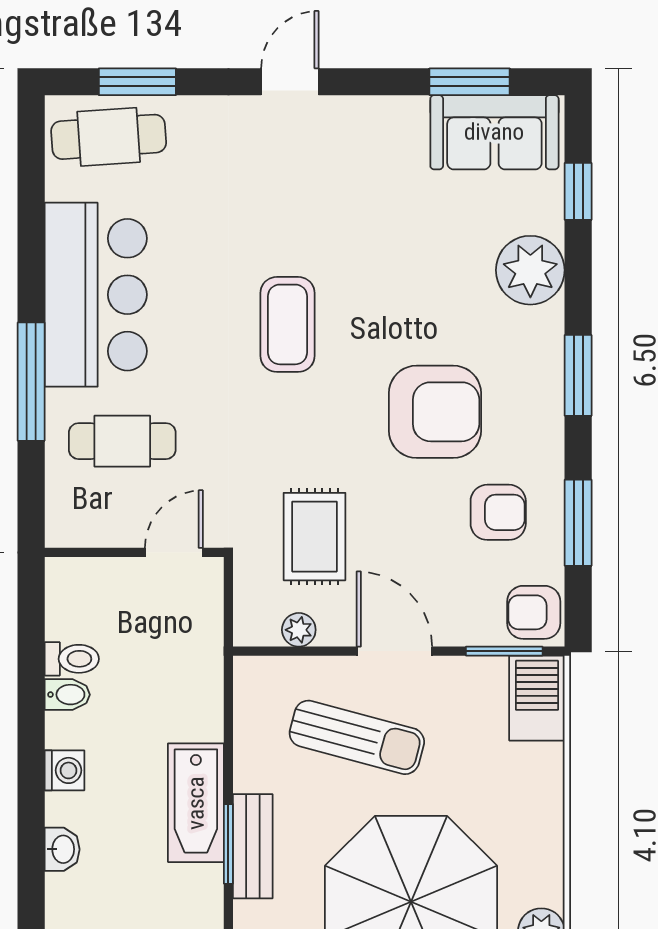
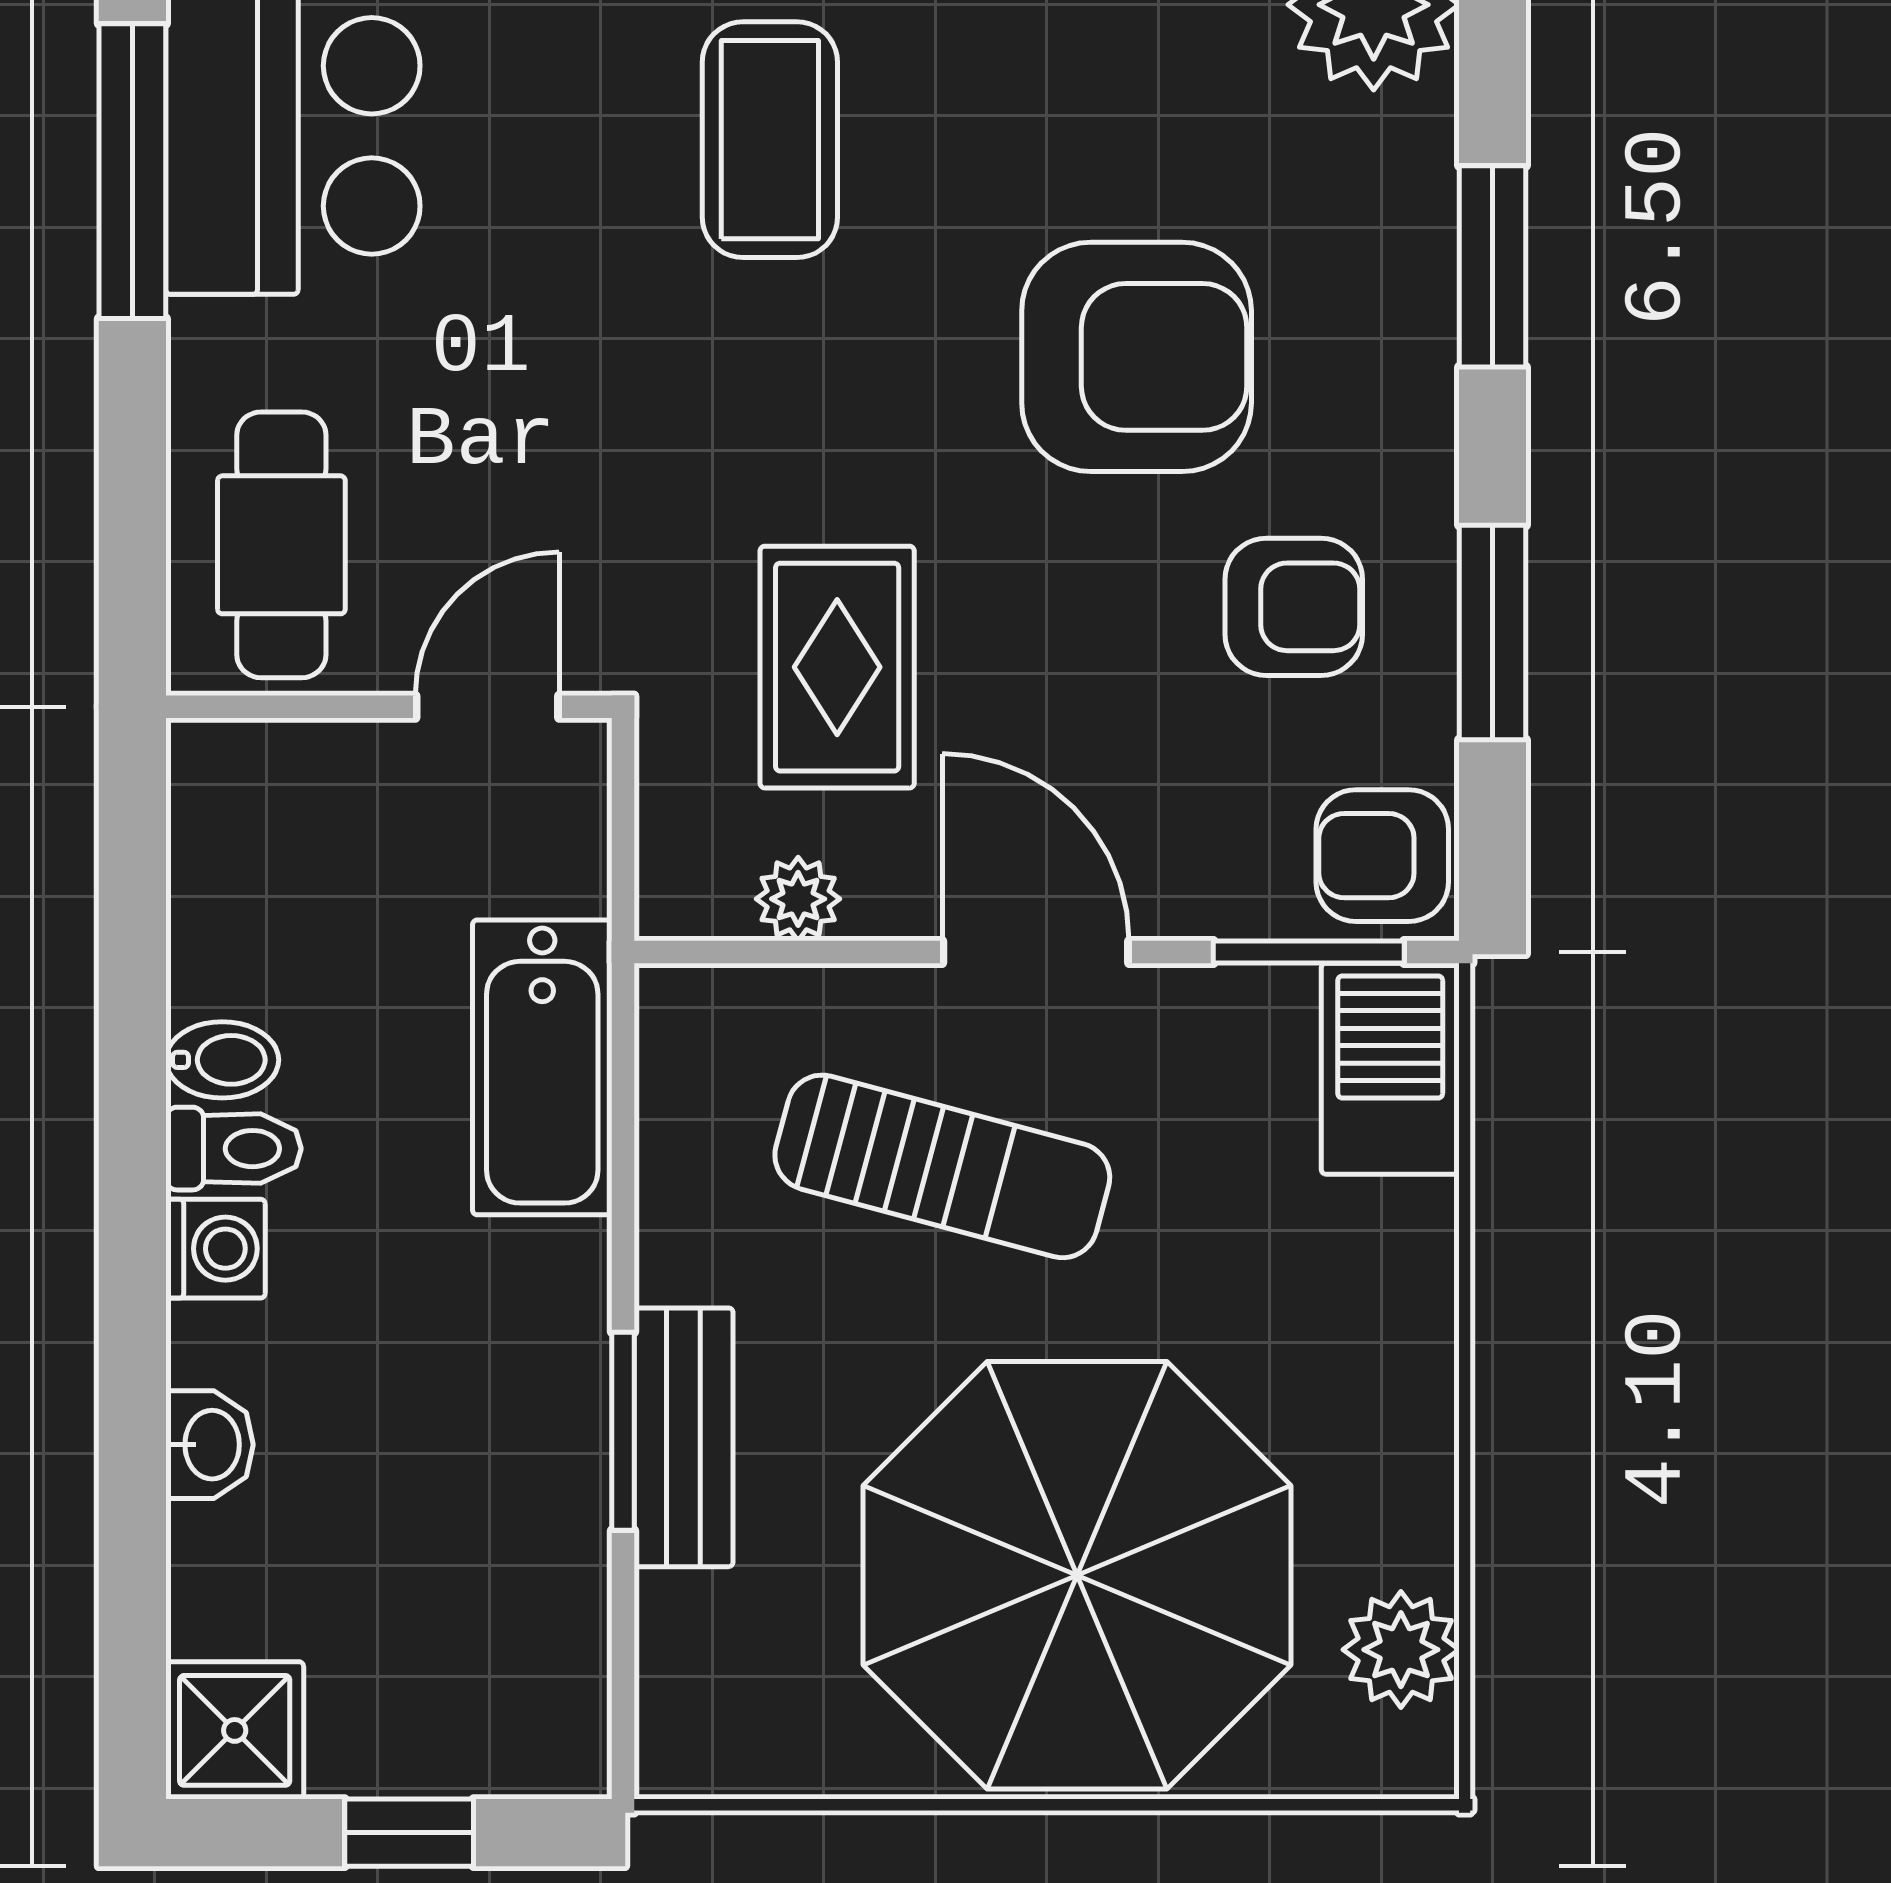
window: (31, 382) -> (132, 171), moved
cafe table: (122, 441) -> (281, 545), moved, turned 90
toilet: (72, 659) -> (233, 1149), moved
bathtub: (196, 803) -> (542, 1067), moved

